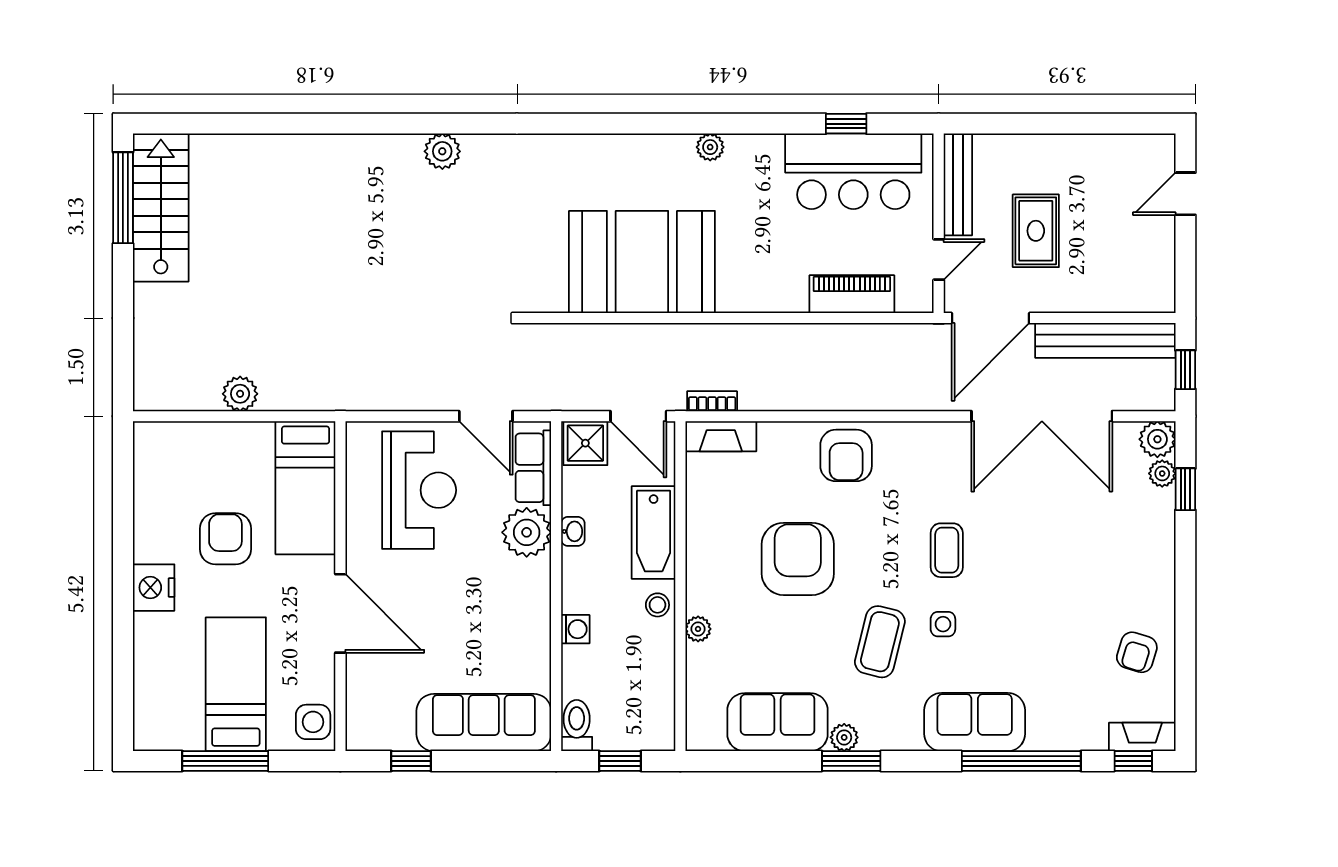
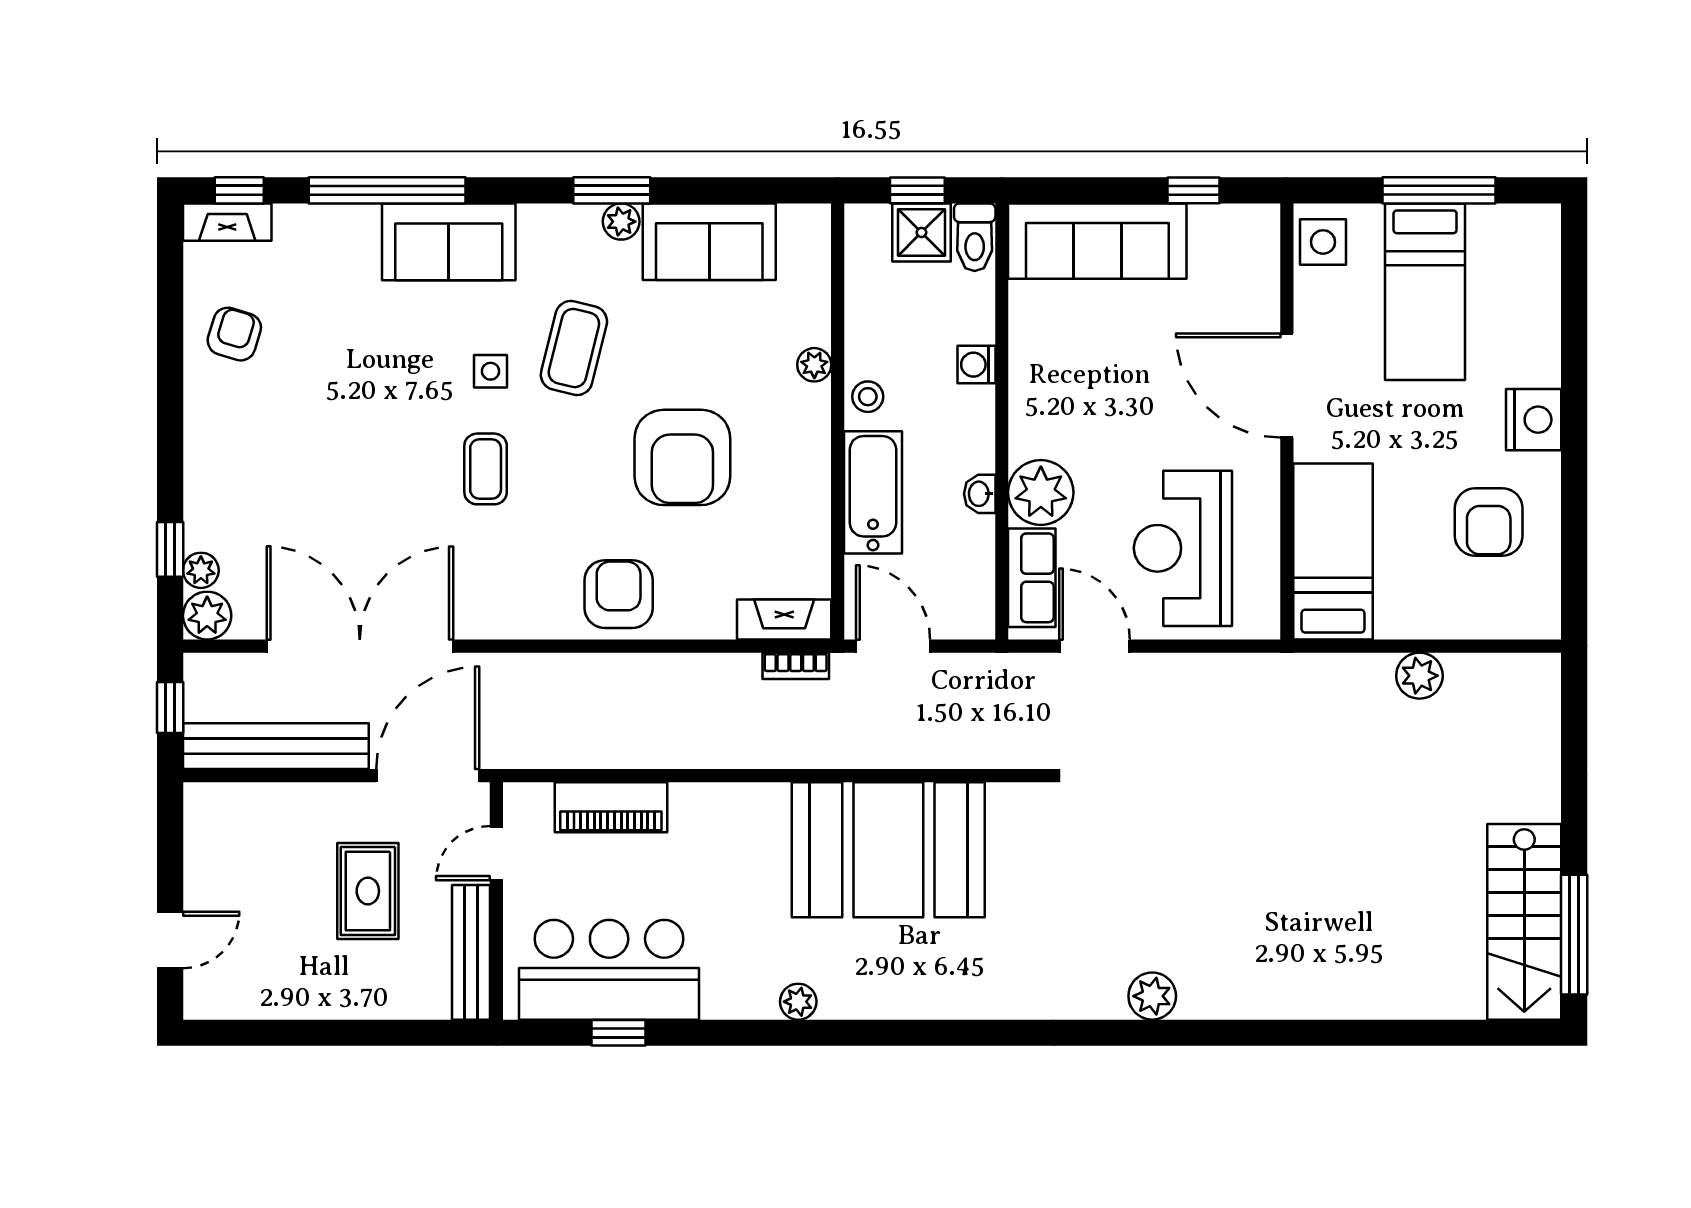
shower: (585, 443) -> (921, 232), moved
armchair: (225, 539) -> (1489, 522), moved

